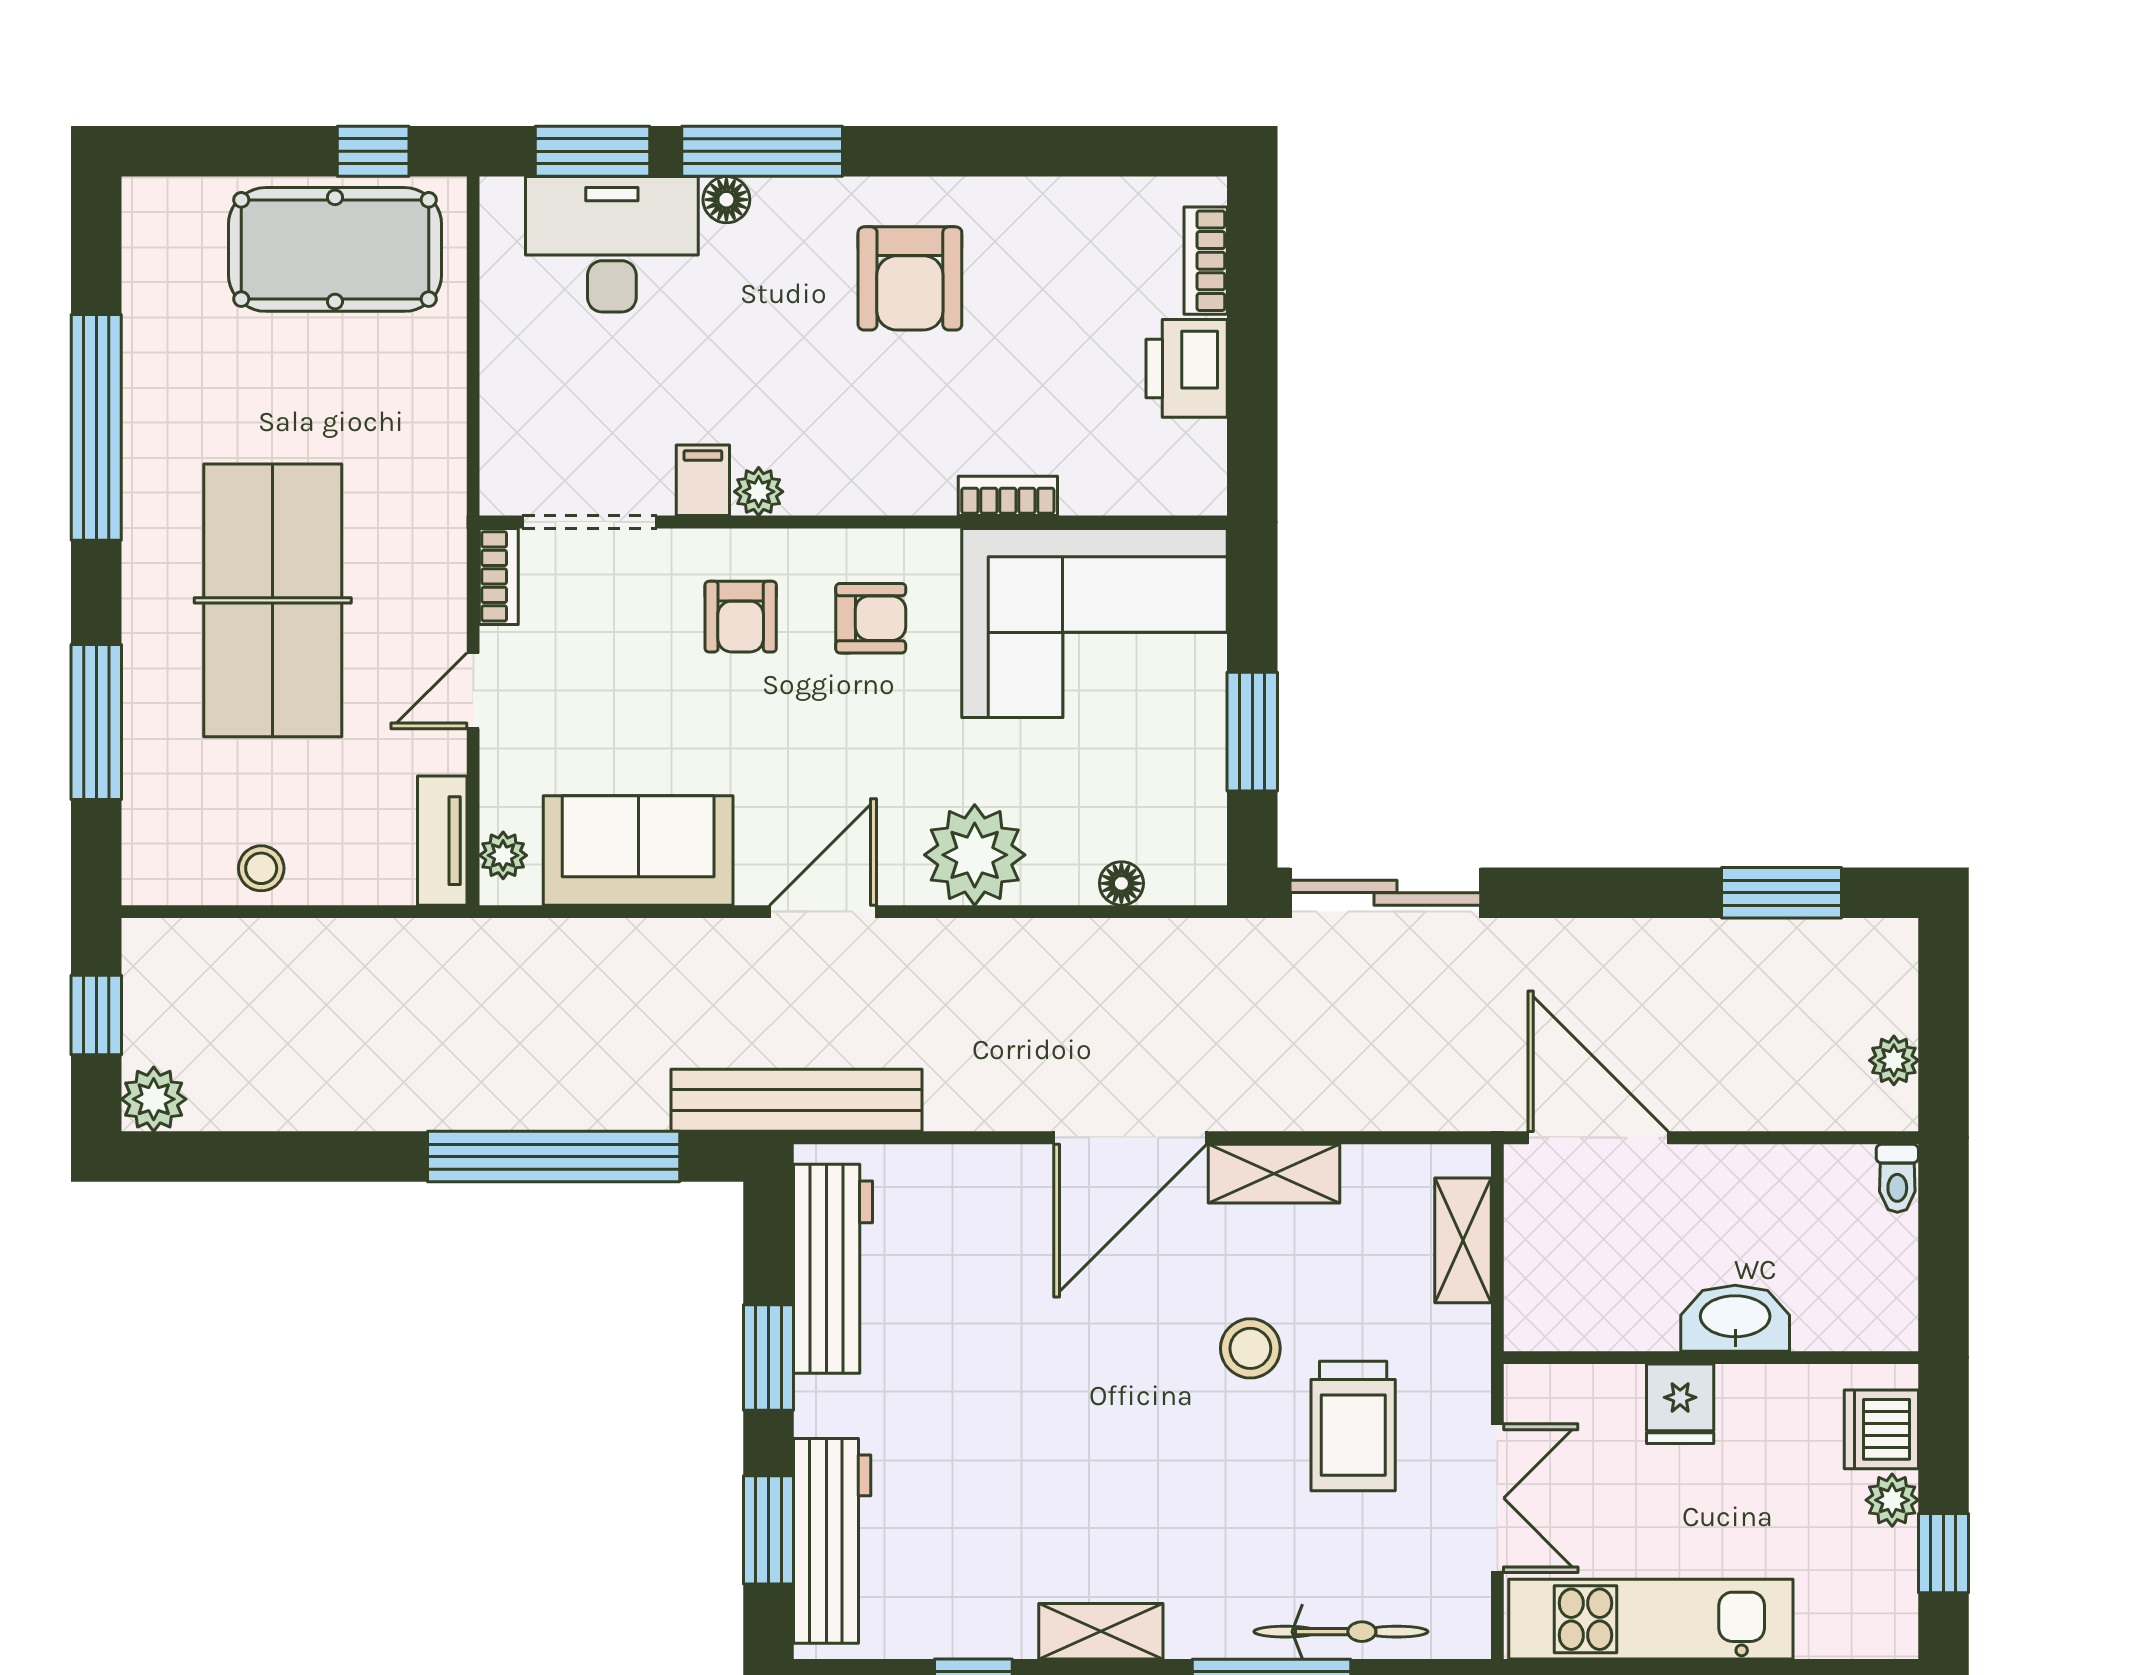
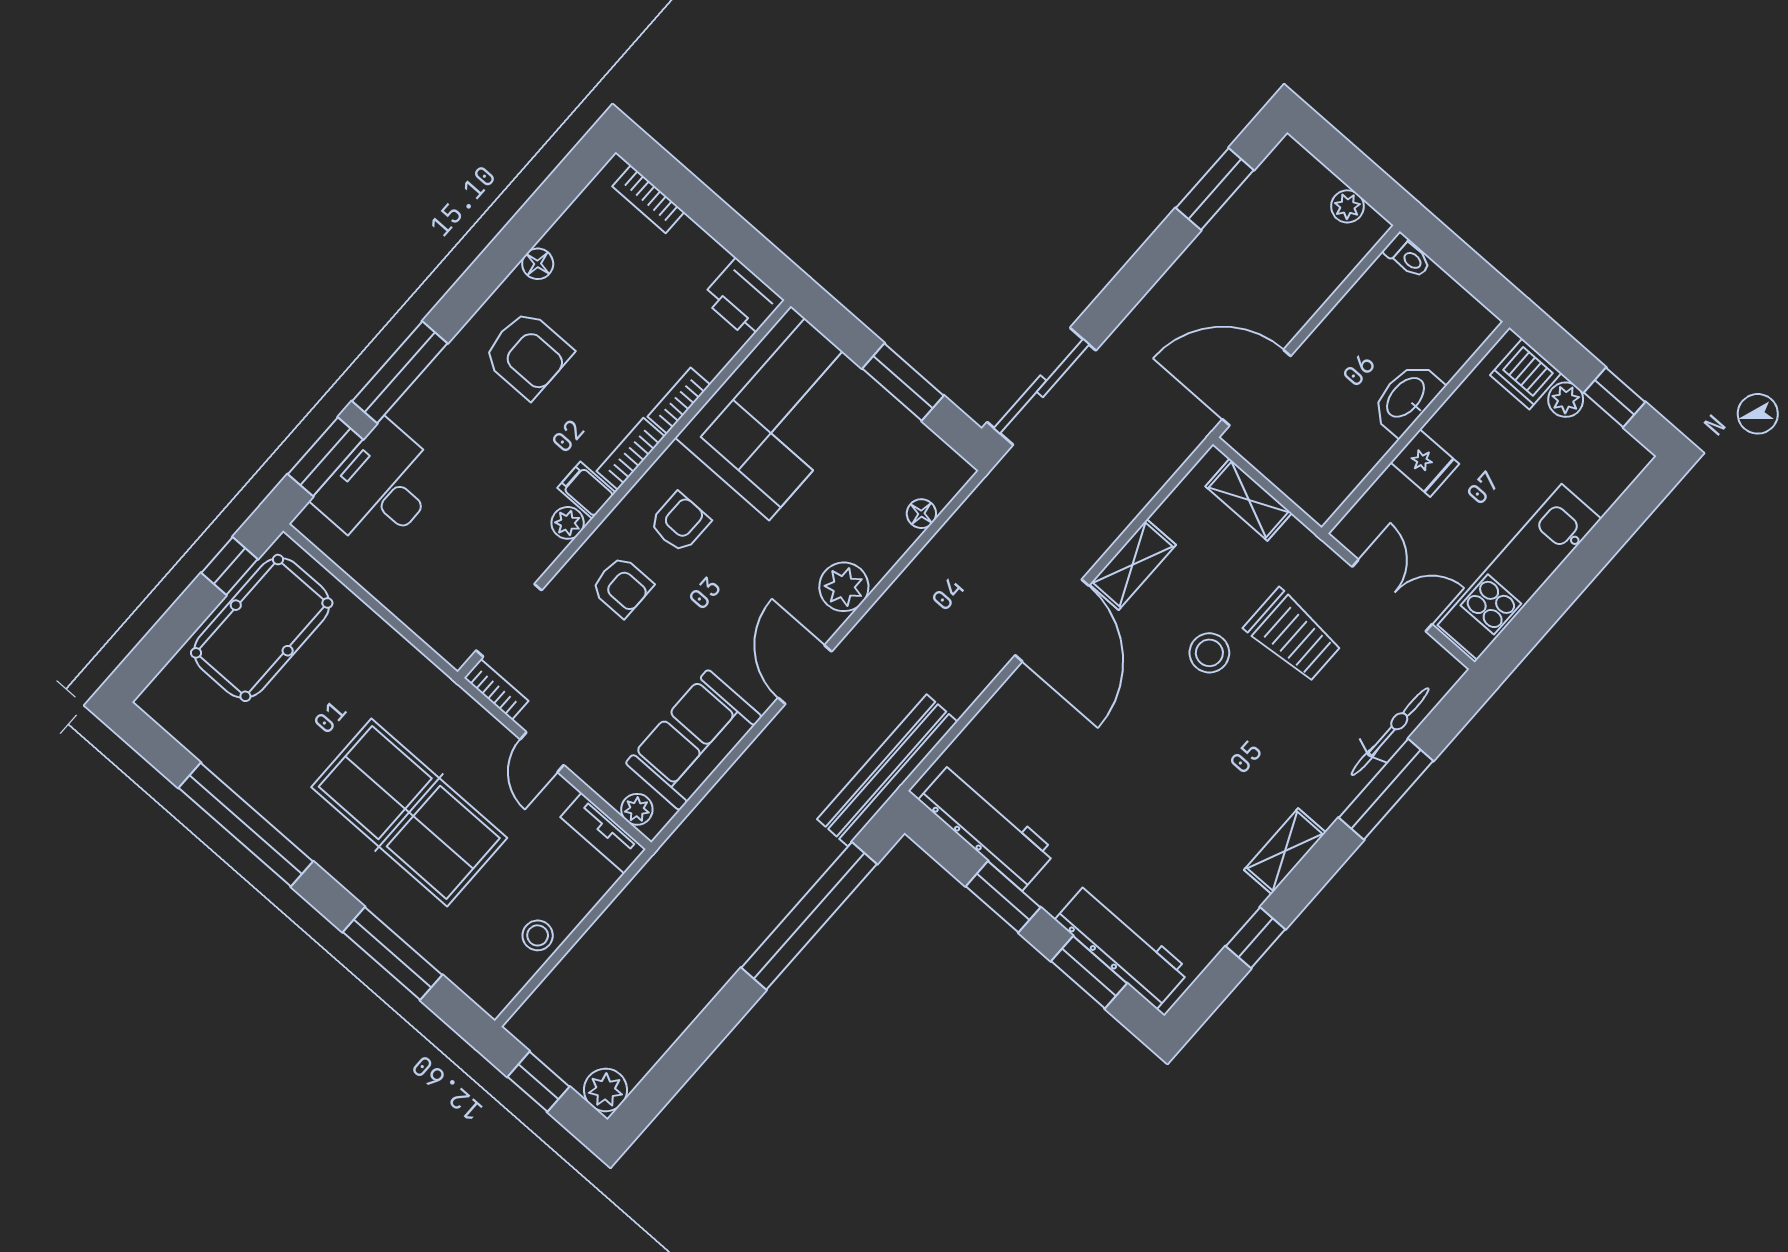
floor lamp: (726, 200) -> (538, 264), moved
printer: (1187, 368) -> (742, 299), moved
filing cabinet: (703, 480) -> (586, 490), moved
bookcase: (900, 494) -> (631, 454), added
plant: (975, 855) -> (844, 587), width x0.73, depth x0.73

